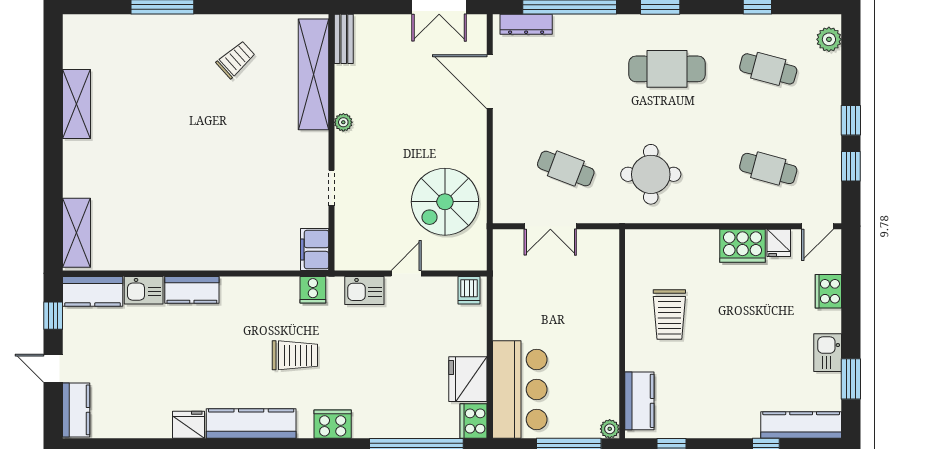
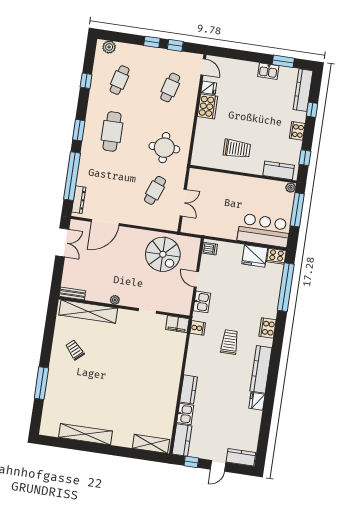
shelving: (76, 104) -> (85, 434), width x1.47
cooker: (828, 291) -> (297, 131), moved, turned 90

